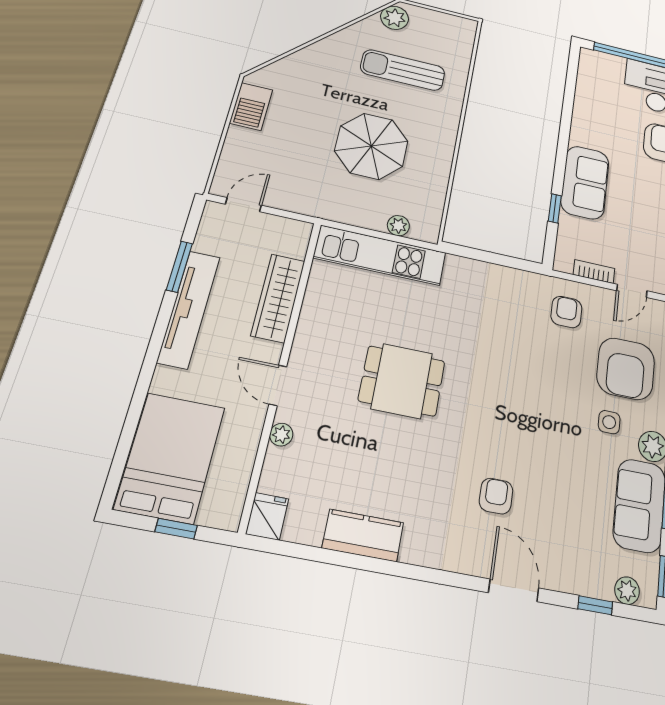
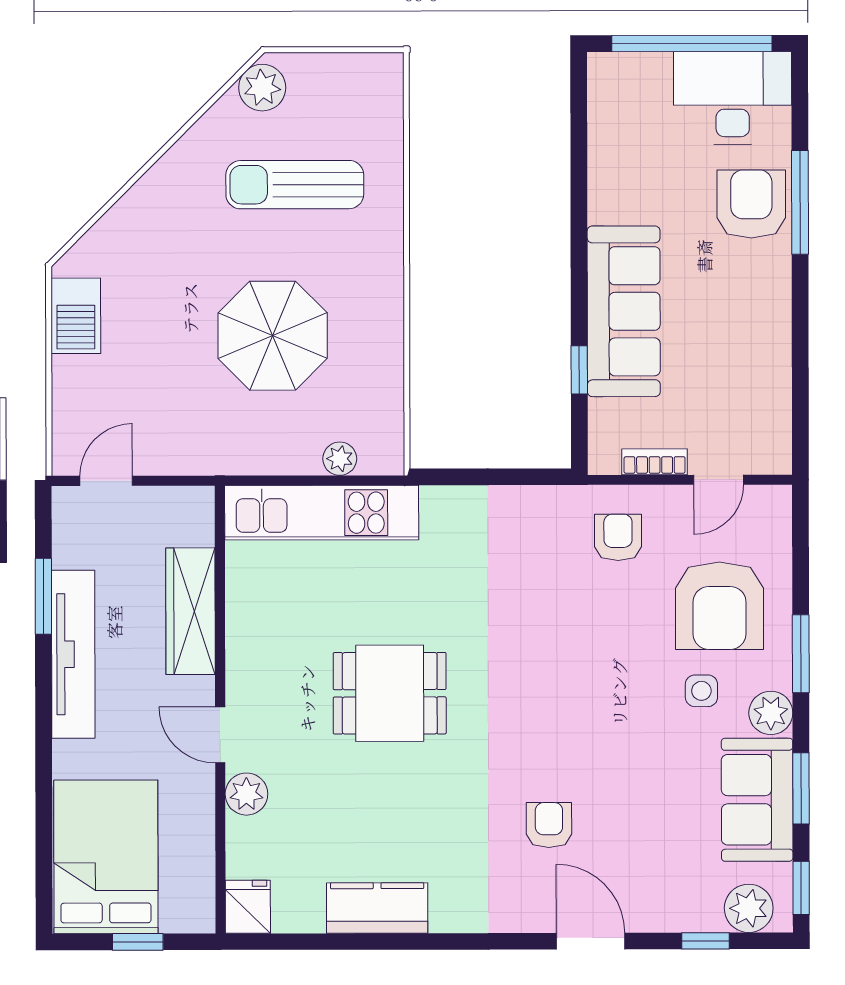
sofa: (585, 182) -> (624, 311), width x1.36
plant: (281, 435) -> (246, 794), width x1.38, depth x1.38
plant: (627, 591) -> (749, 908), width x1.38, depth x1.38

